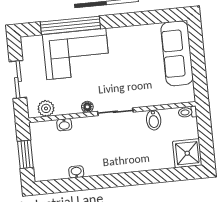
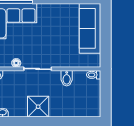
shower: (187, 153) -> (38, 107), moved

